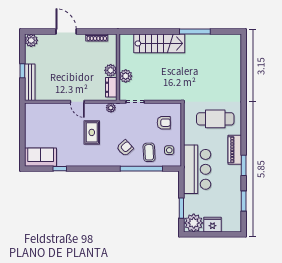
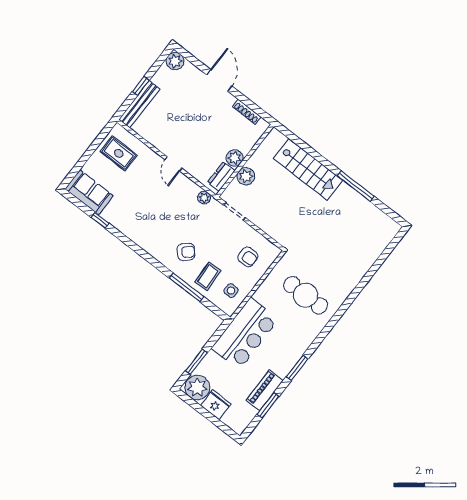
rug: (92, 132) -> (119, 153), moved, turned 90
piano: (235, 150) -> (265, 390), moved
window: (141, 169) -> (186, 287), width x0.68

